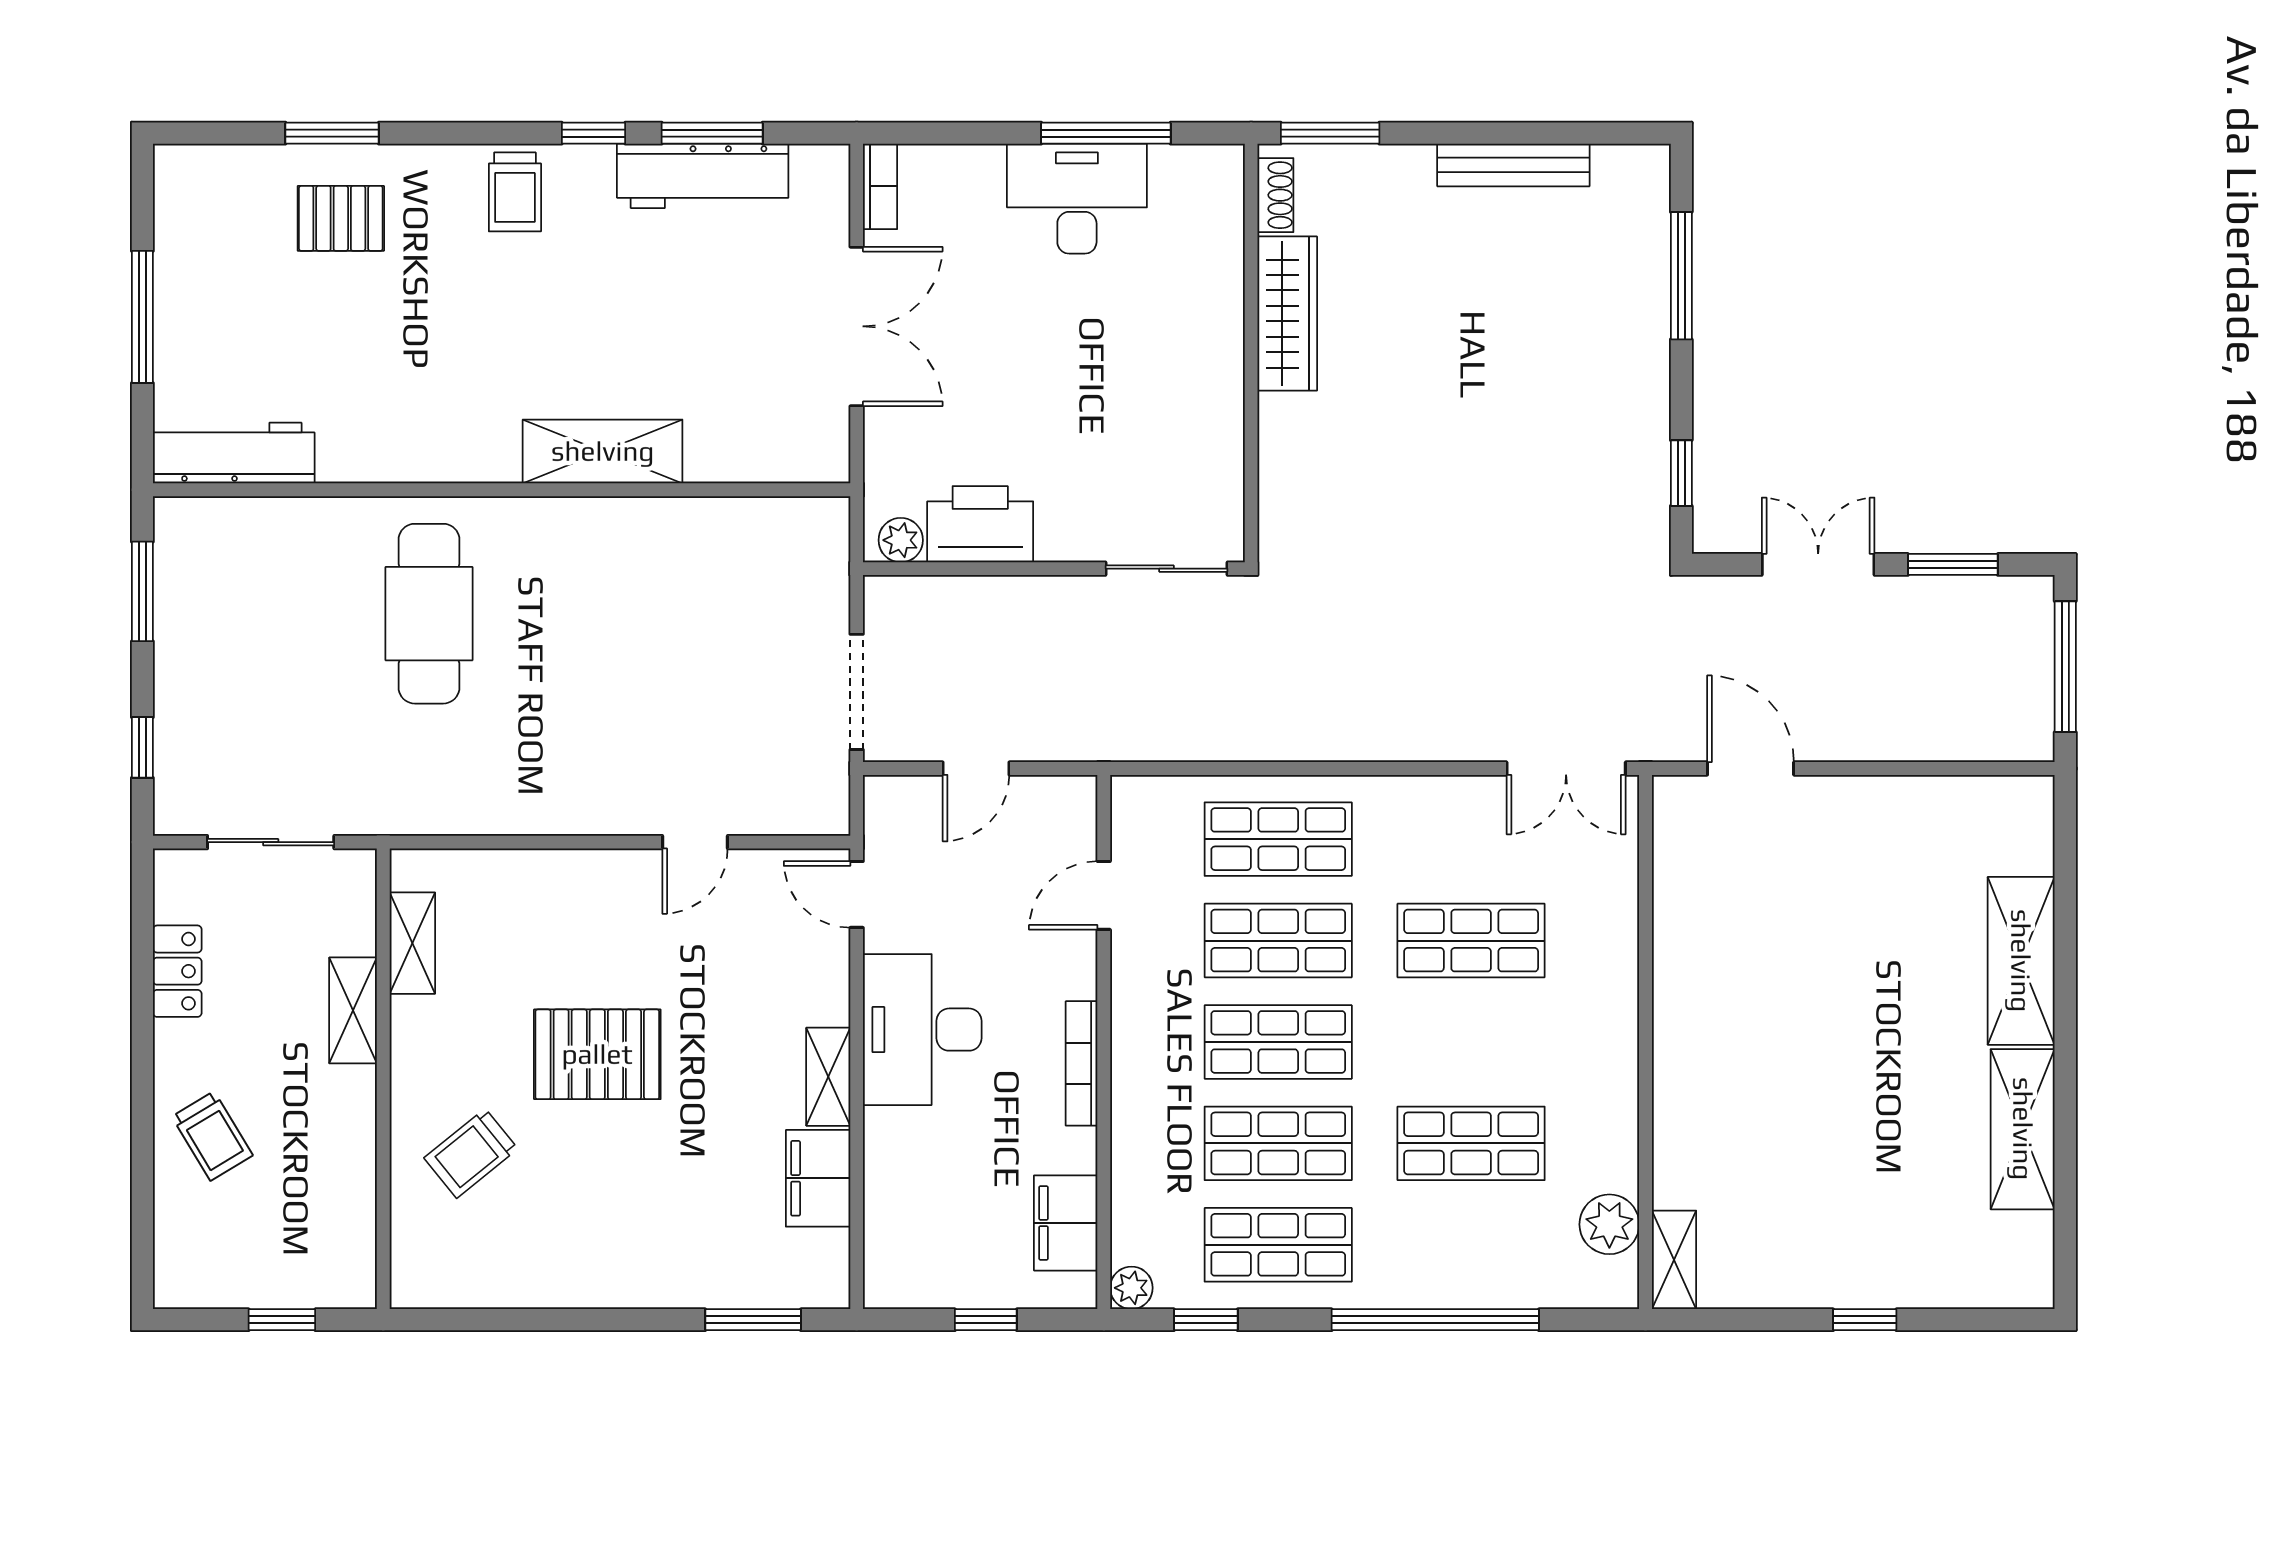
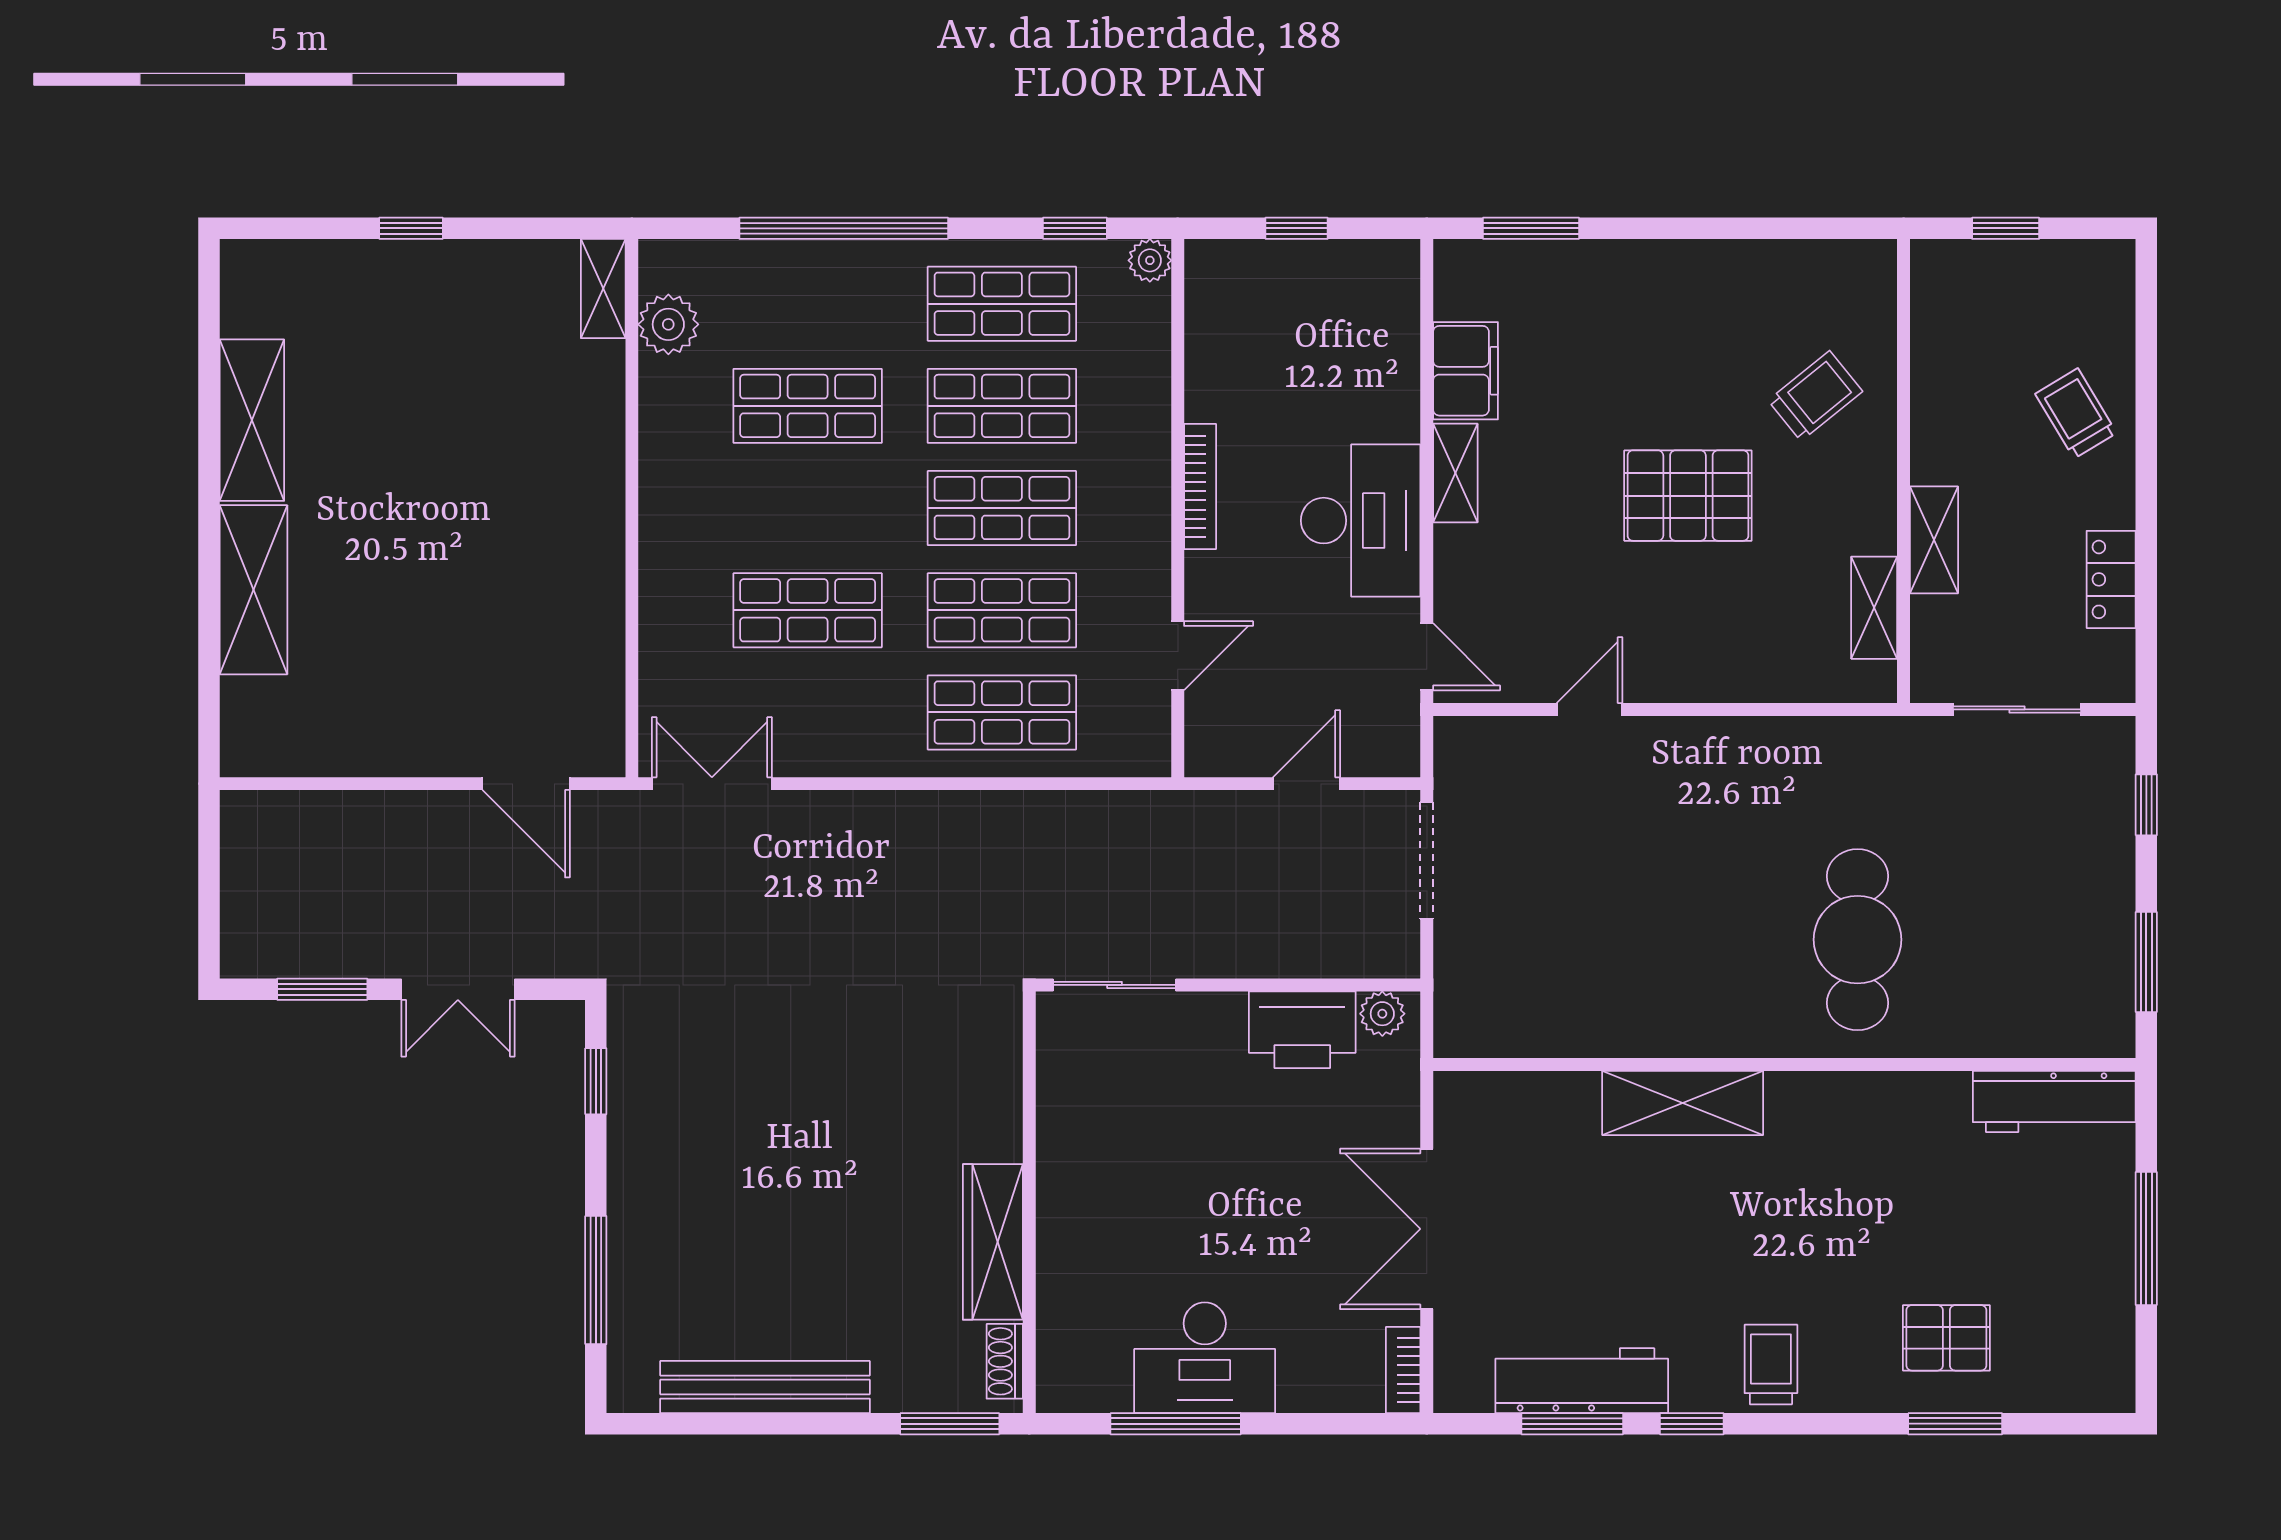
bench: (1513, 165) -> (765, 1387), width x1.37, depth x1.21
window: (2065, 667) -> (209, 886), removed
filing cabinet: (1066, 1223) -> (1216, 326), removed

